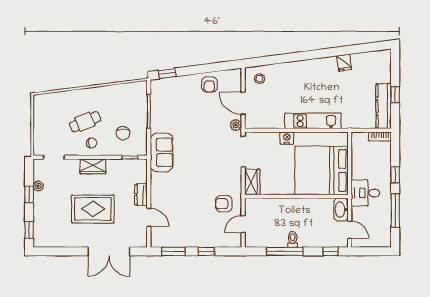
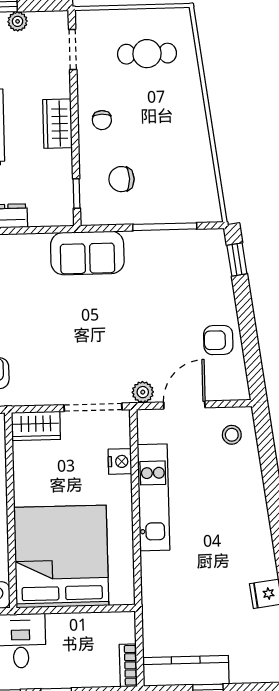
kitchen unit: (313, 121) -> (154, 497), moved
cafe table: (85, 122) -> (147, 54), moved, turned -67
nightstand: (287, 138) -> (120, 461), moved

